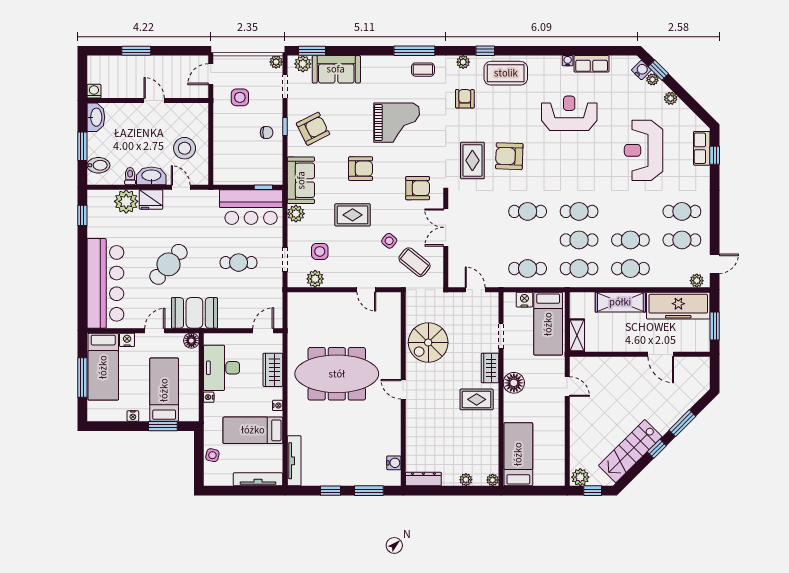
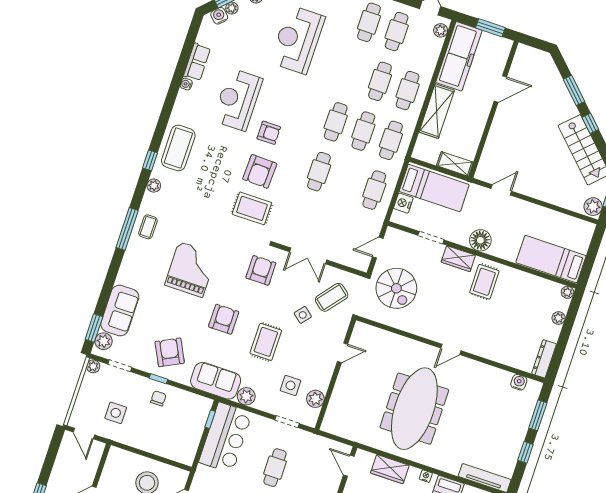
armchair: (465, 99) -> (269, 133), moved, turned 180
reception desk: (644, 150) -> (298, 40), turned 90
spiral stairs: (428, 342) -> (396, 288), moved

